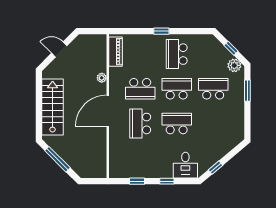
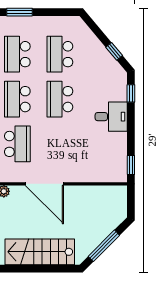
school desk: (140, 123) -> (60, 54), moved, turned 90
desk: (185, 165) -> (111, 117), moved
window: (137, 181) -> (131, 165), moved
window: (167, 181) -> (131, 93), moved

